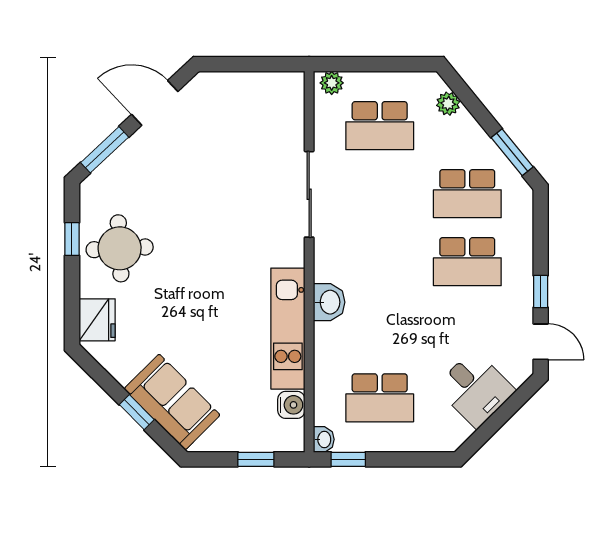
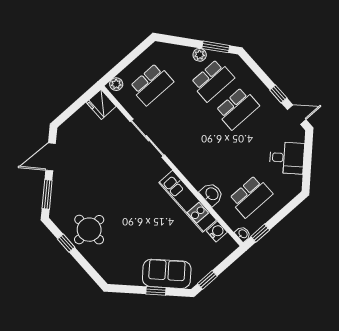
plant: (448, 104) -> (200, 55), moved
washbasin: (329, 302) -> (212, 194), moved
fridge: (97, 320) -> (101, 104), moved, turned 180
window: (256, 459) -> (207, 280), moved

